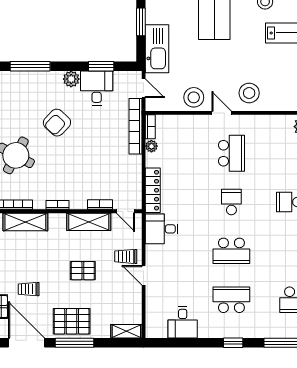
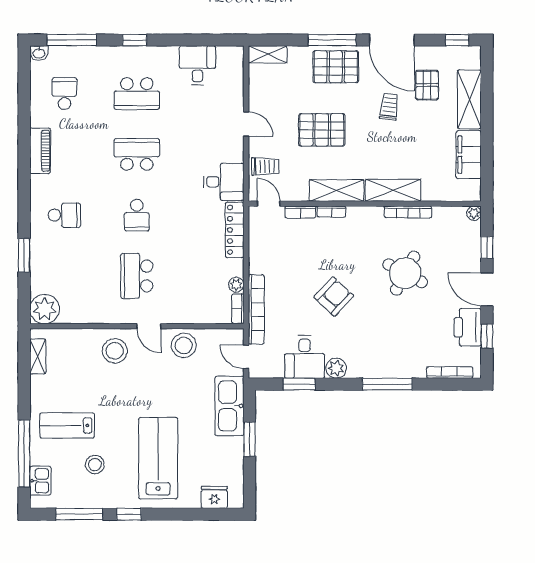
armchair: (57, 123) -> (334, 297), moved
bookcase: (57, 205) -> (332, 212), moved
shelving: (89, 222) -> (337, 190), moved
trolley: (126, 256) -> (265, 166), moved
pallet: (83, 271) -> (322, 130), width x1.50, depth x1.42
trolley: (29, 289) -> (389, 107), turned -83

